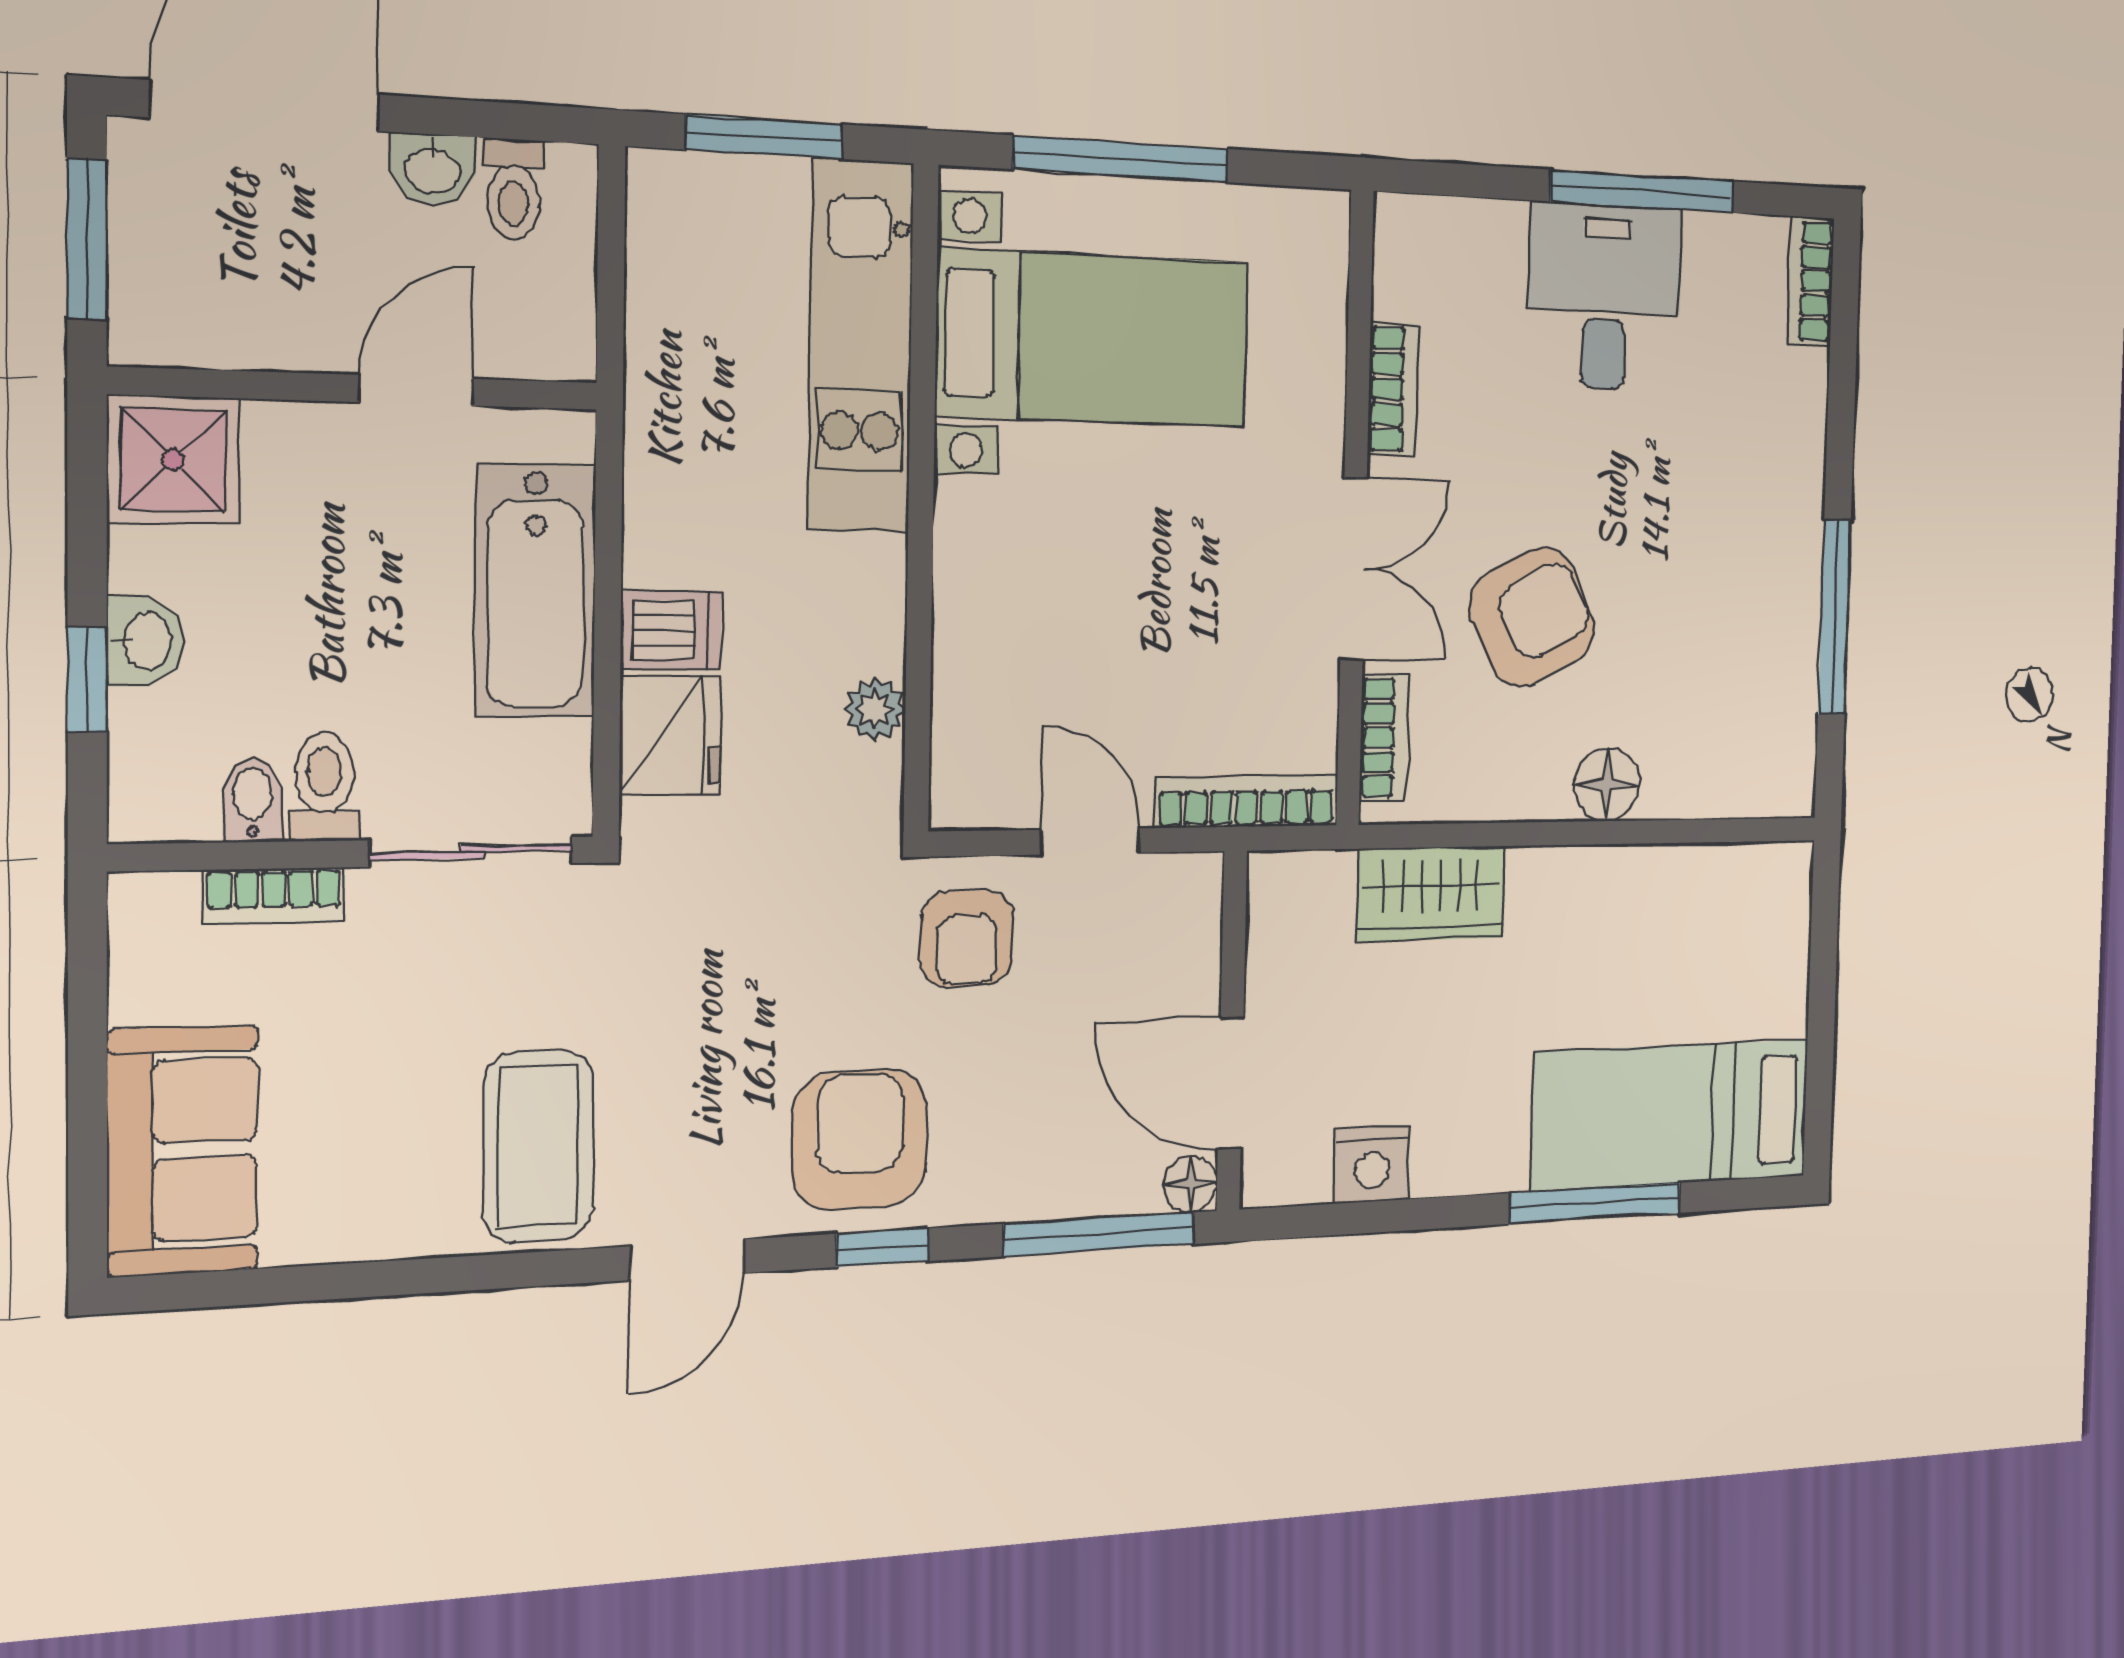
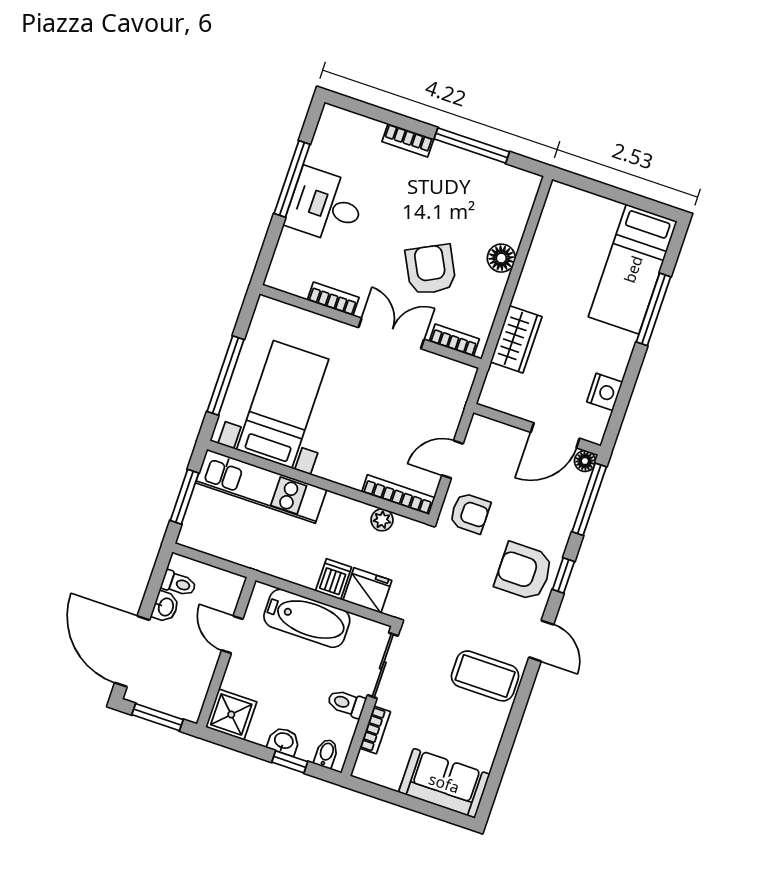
bookcase: (1810, 281) -> (408, 140), moved
bidet: (253, 800) -> (326, 753), moved, turned 90
bookcase: (1247, 802) -> (398, 495), moved, turned 90

